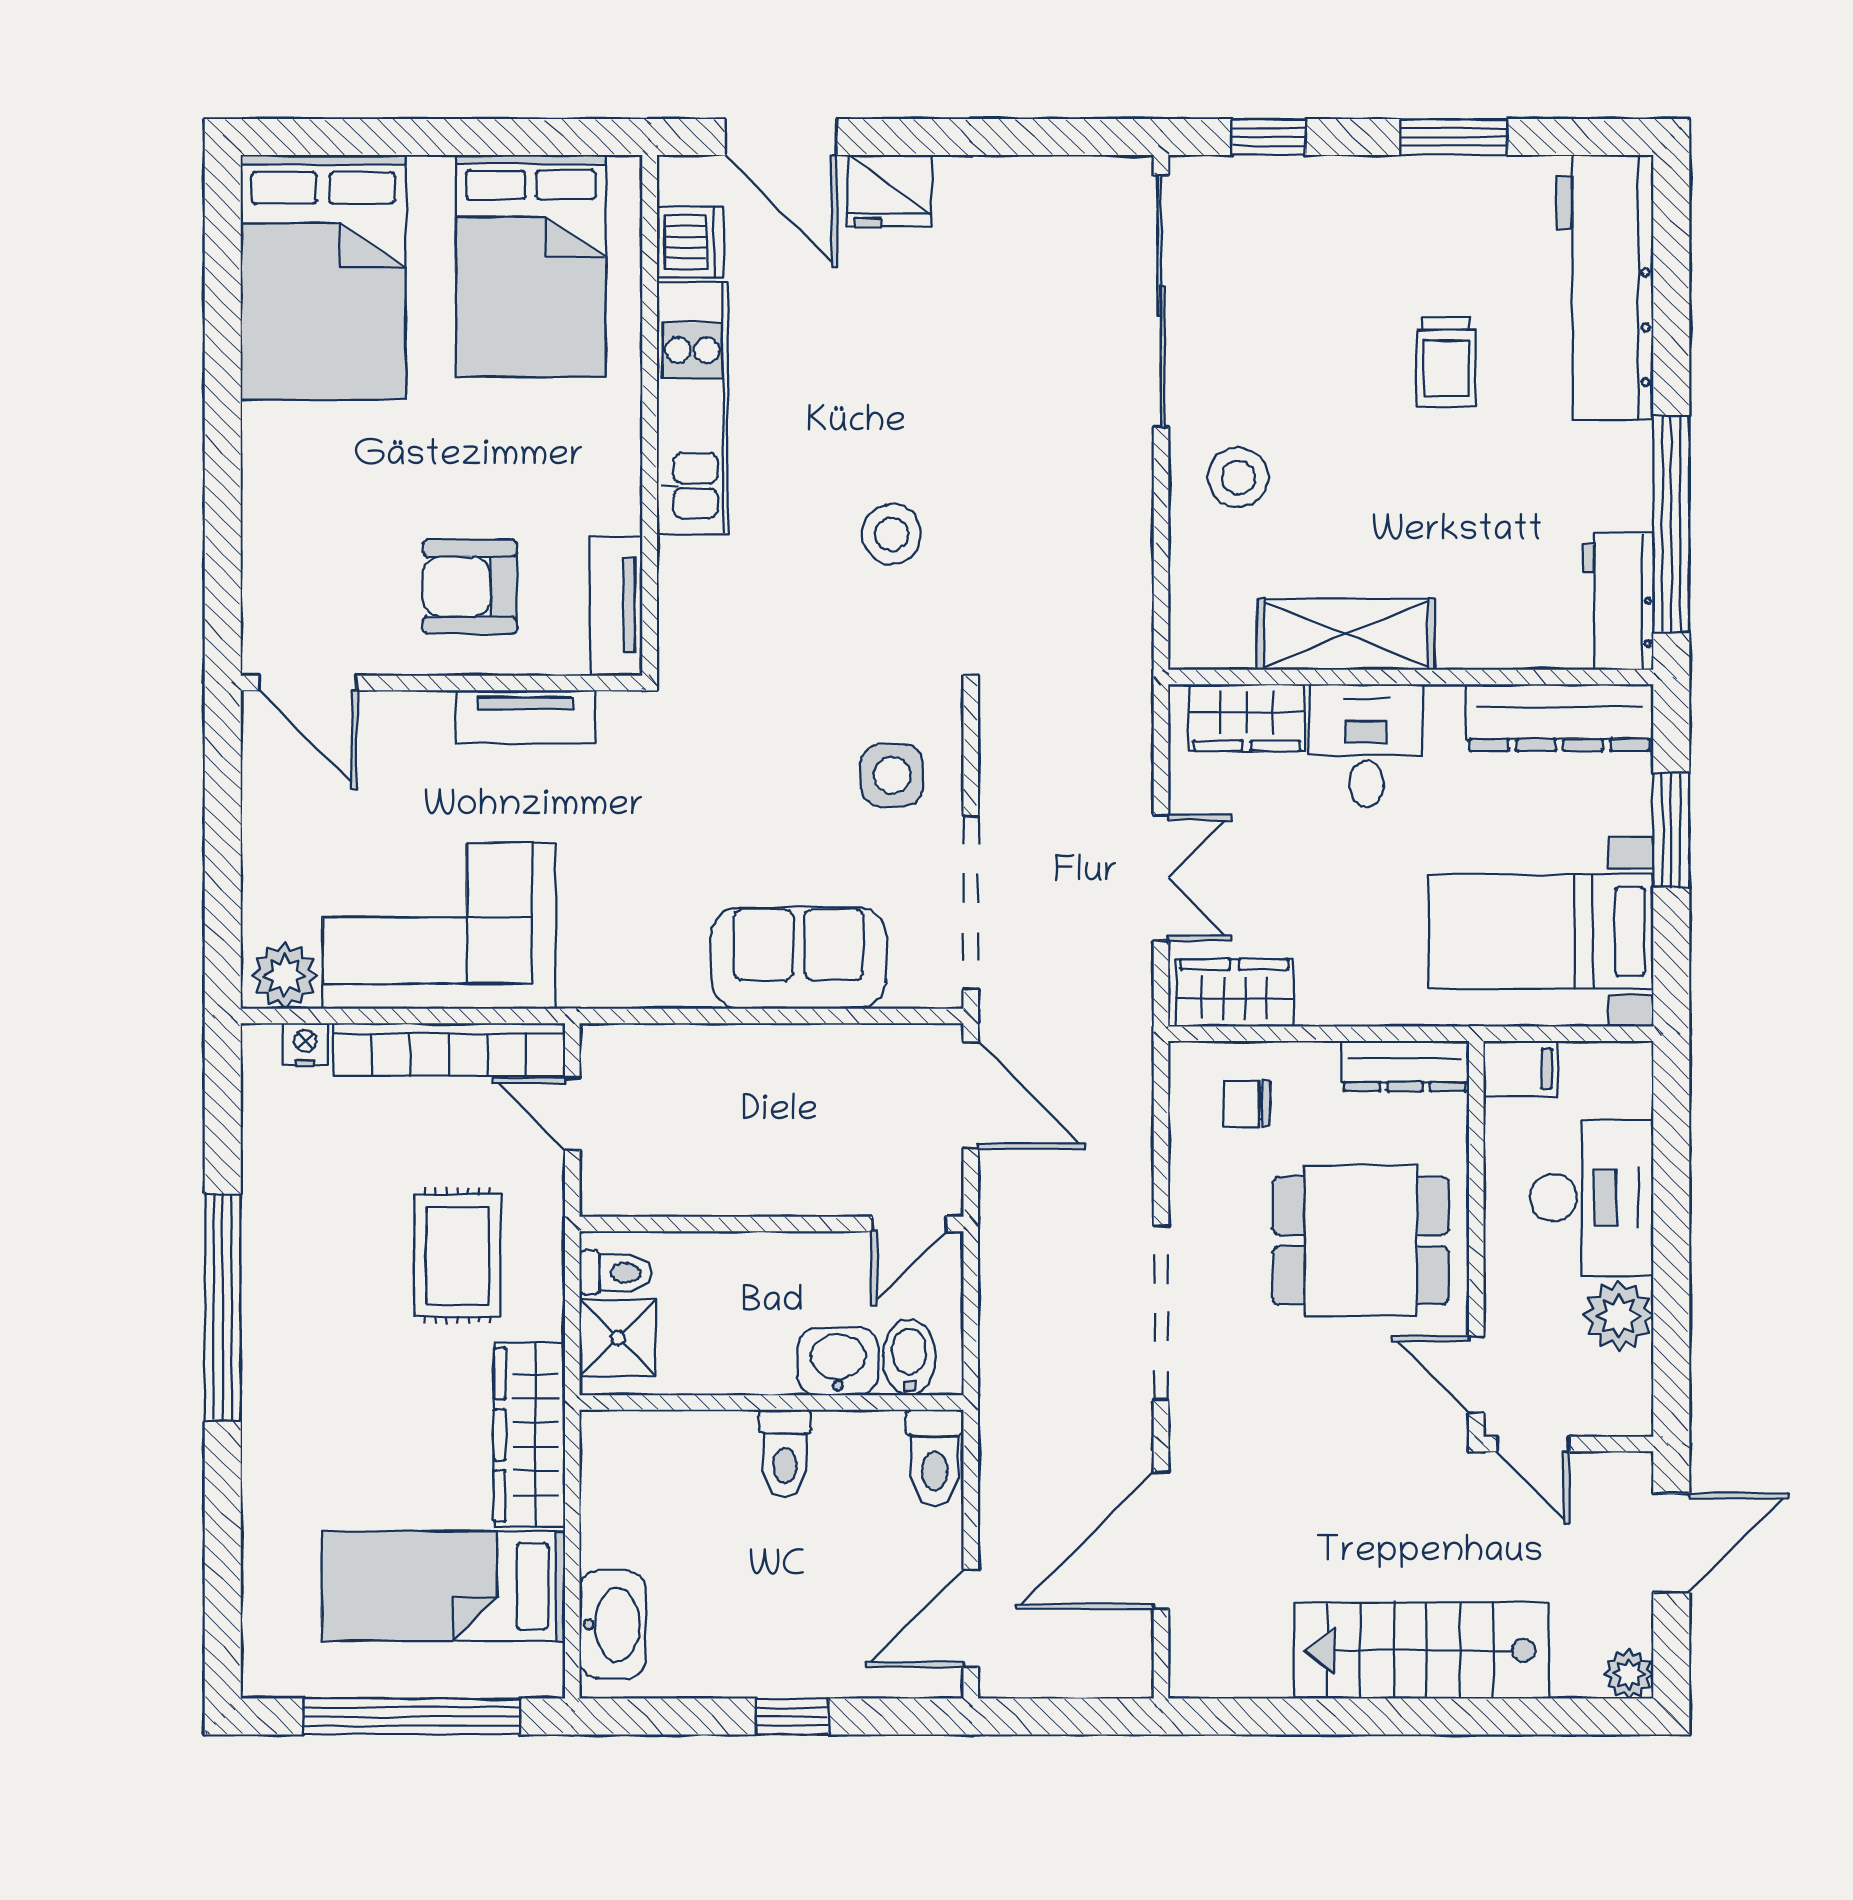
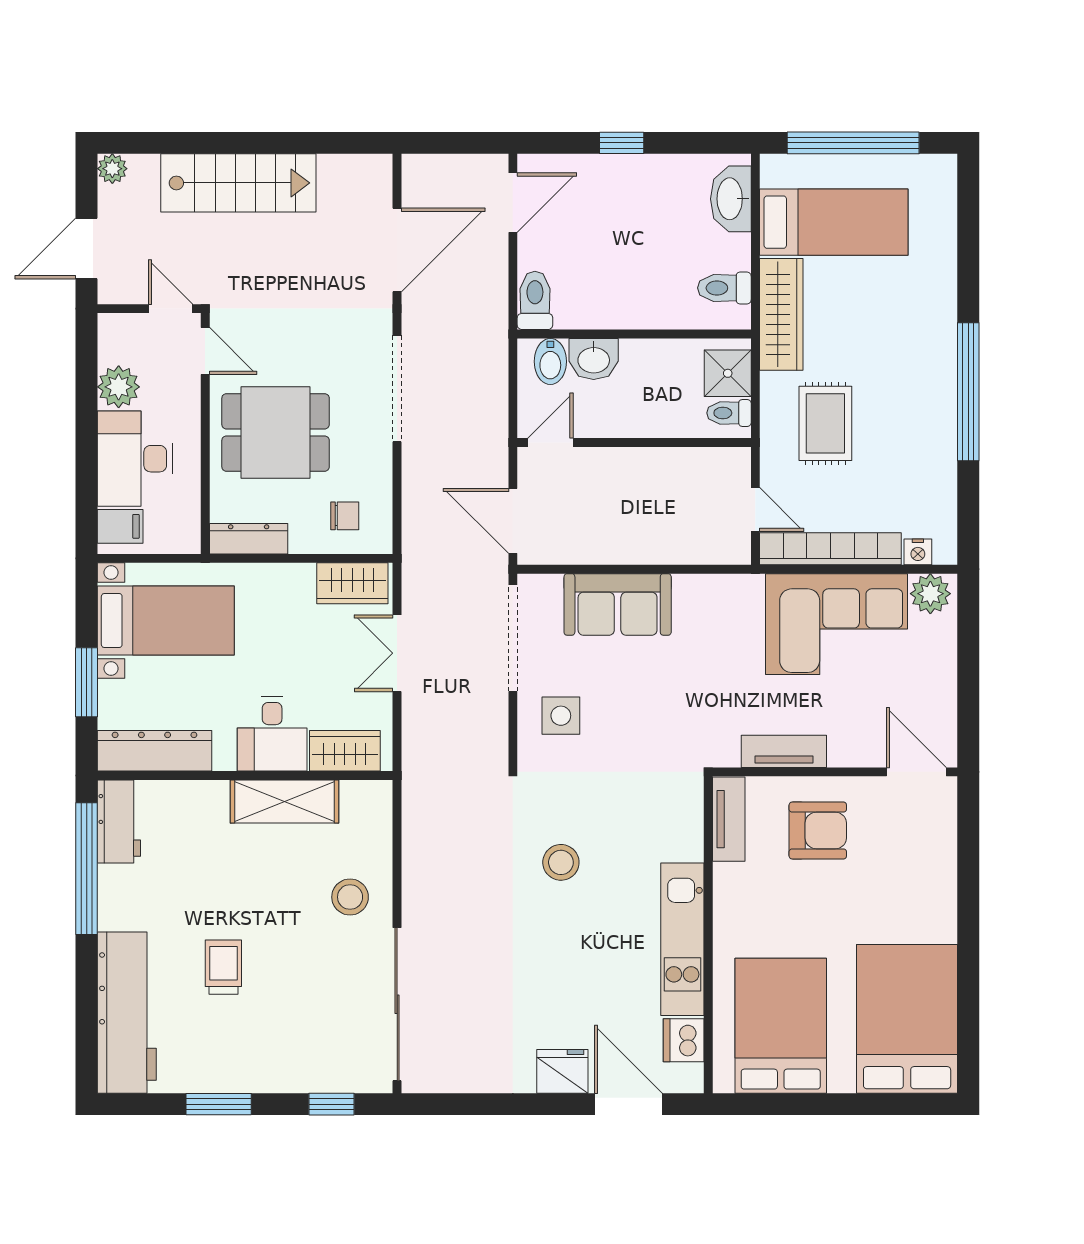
filing cabinet: (1521, 1069) -> (120, 526), moved, turned 180
toilet: (785, 1453) -> (724, 288), moved, turned -90

